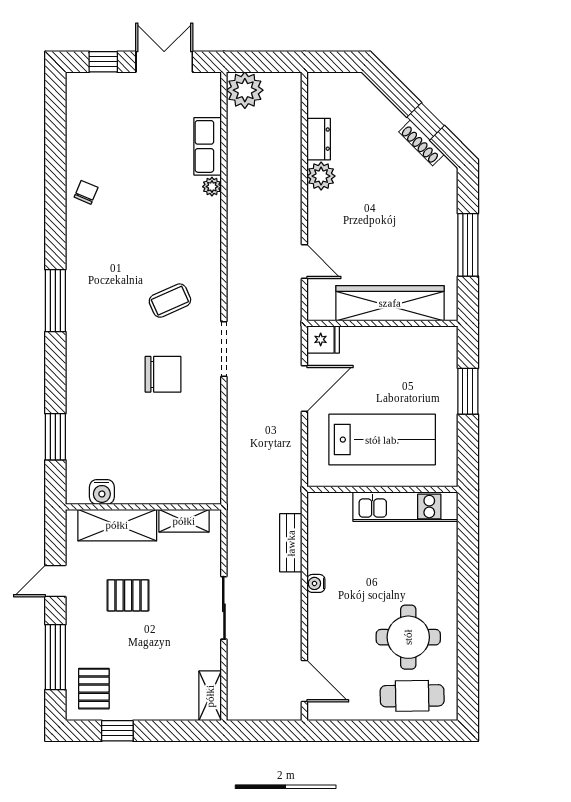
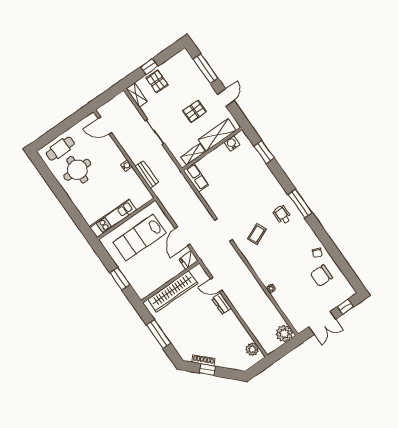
dresser: (319, 139) -> (222, 304), moved
row of seats: (208, 146) -> (196, 178), moved
plant: (321, 176) -> (252, 349), moved
wheelchair: (101, 303) -> (282, 215), added
chair: (163, 374) -> (321, 276), moved
pallet: (94, 689) -> (157, 81), moved
window: (117, 731) -> (149, 66), moved

